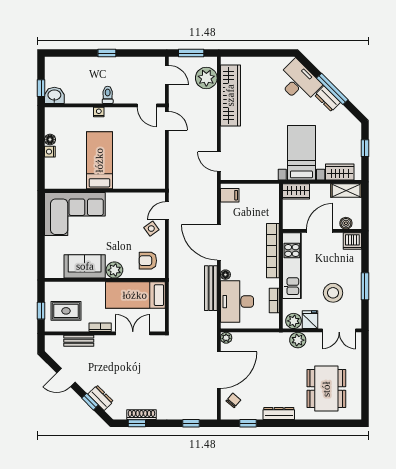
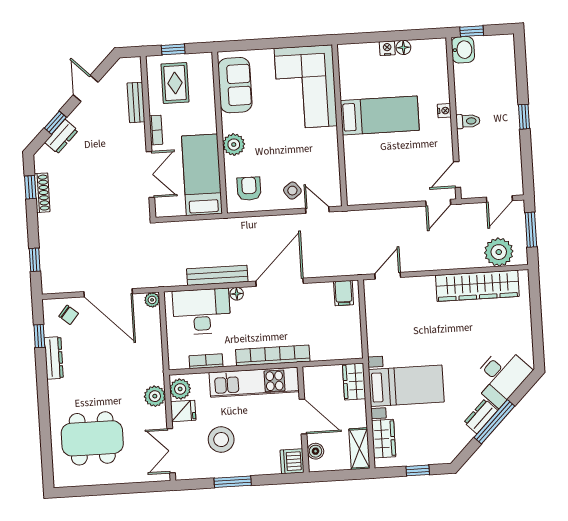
sofa: (85, 266) -> (235, 85), moved
dresser: (279, 413) -> (54, 358), moved

